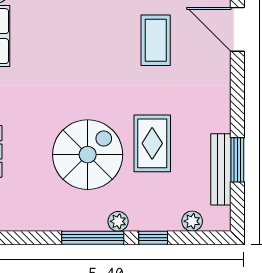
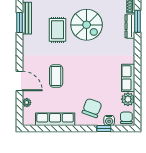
spiral stairs: (88, 155) -> (87, 25), turned -90

